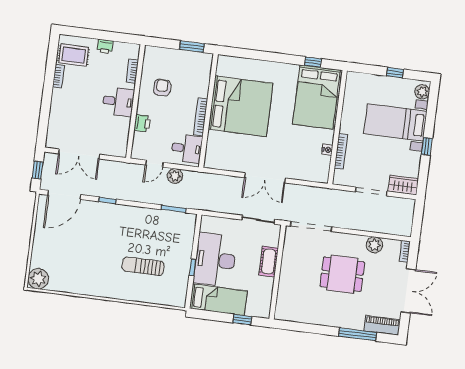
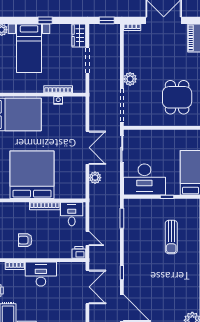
desk: (118, 102) -> (41, 274), width x1.37
printer: (142, 123) -> (79, 252), moved
double door: (79, 154) -> (87, 287), moved
plant: (175, 176) -> (95, 178), moved
window: (417, 221) -> (107, 20), added
plant: (374, 245) -> (130, 79), moved
desk: (215, 260) -> (144, 180), moved
cot: (269, 261) -> (154, 136), removed
dining table: (342, 274) -> (177, 97), moved

